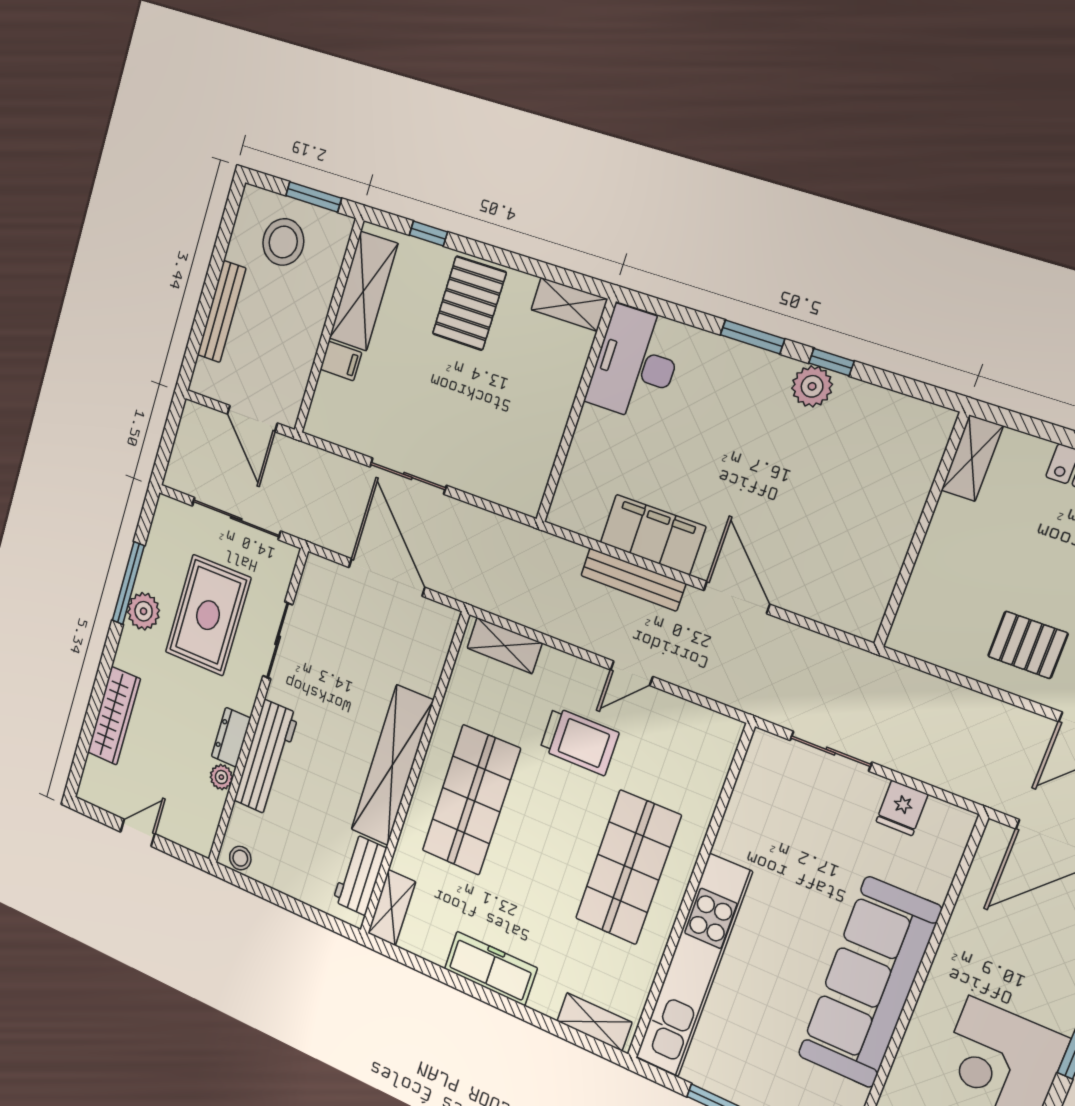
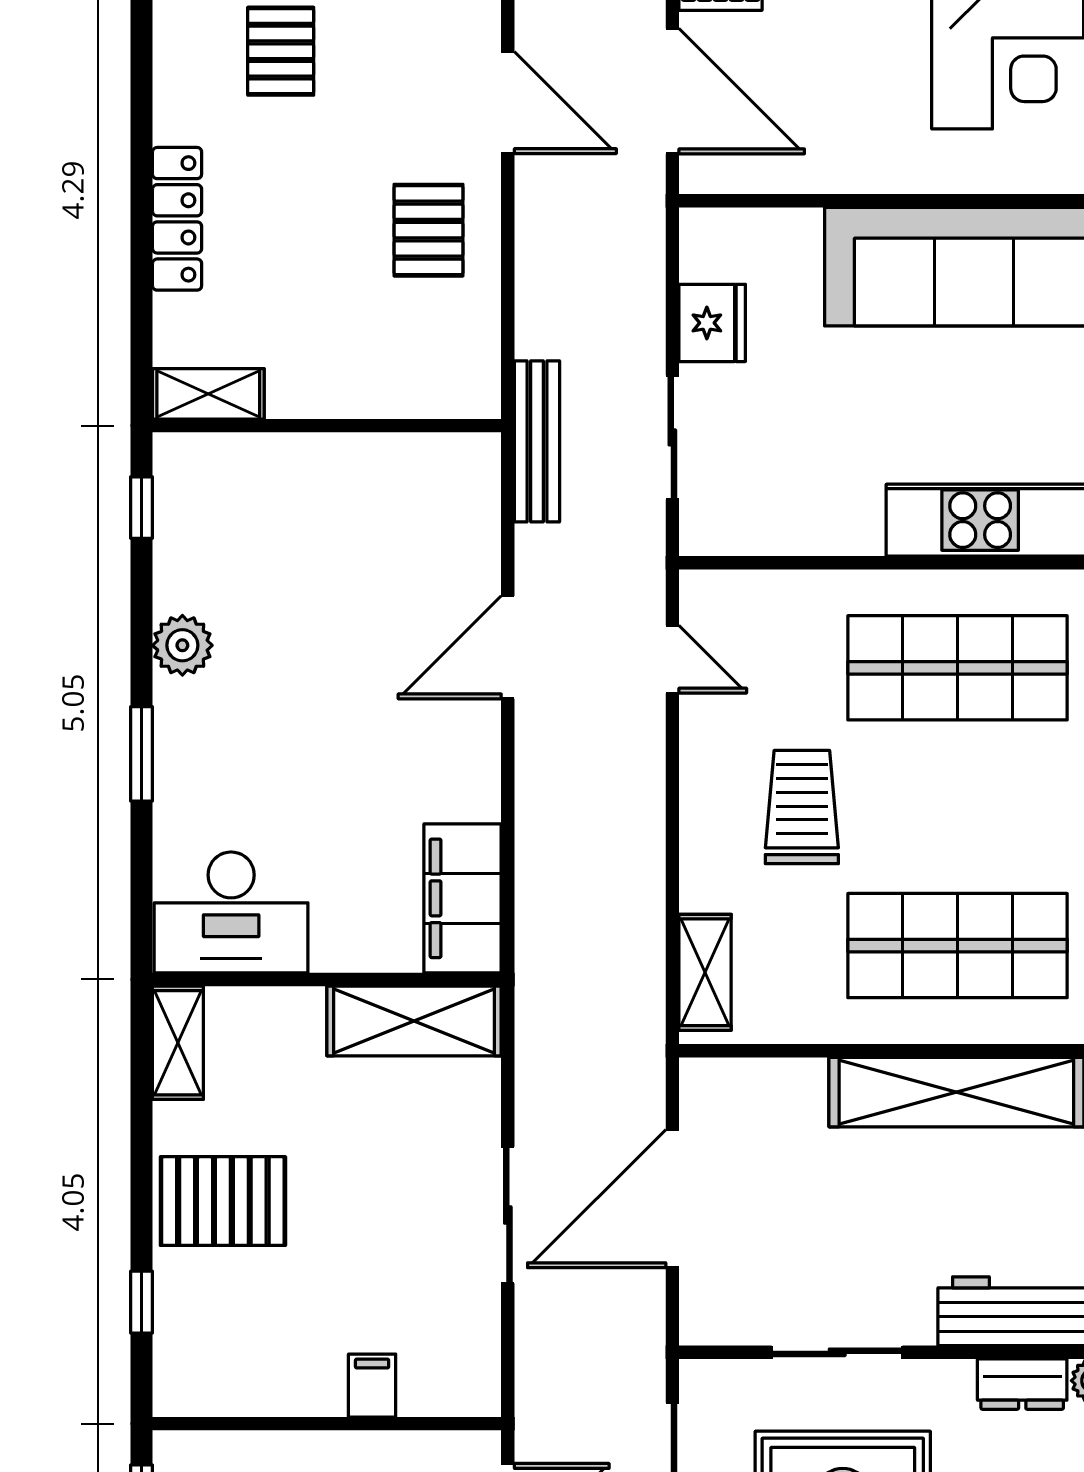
shelving: (363, 291) -> (414, 1021), moved
window: (831, 362) -> (142, 508), moved
filing cabinet: (653, 535) -> (463, 898), moved
bench: (633, 580) -> (537, 441), moved
door: (632, 673) -> (672, 659), moved
fridge: (902, 808) -> (712, 323), width x1.38

